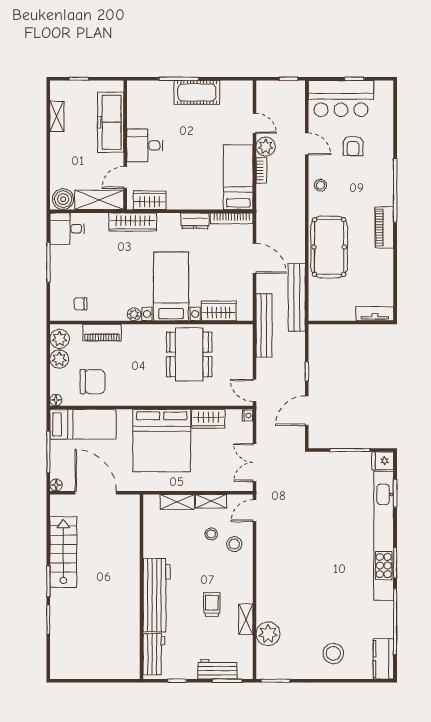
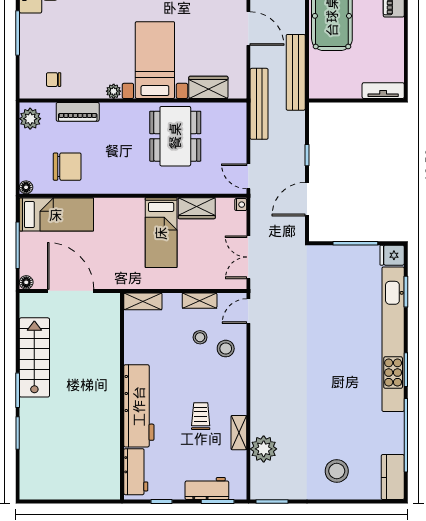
plant: (59, 359) -> (30, 141), removed
bed: (162, 441) -> (161, 233), width x0.49
shelving: (177, 502) -> (143, 301), moved

